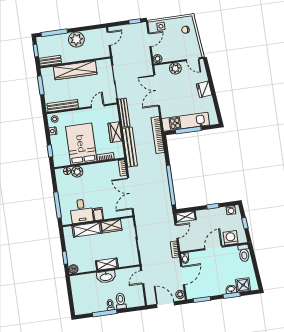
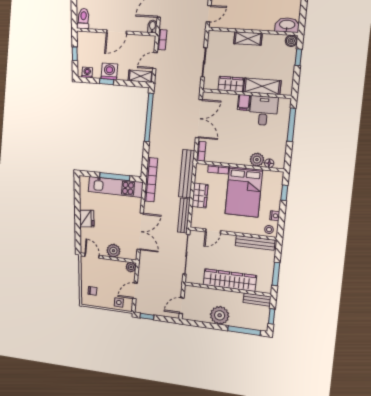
washing machine: (231, 238) -> (109, 71), moved, turned 180
washbasin: (106, 277) -> (287, 25), moved

